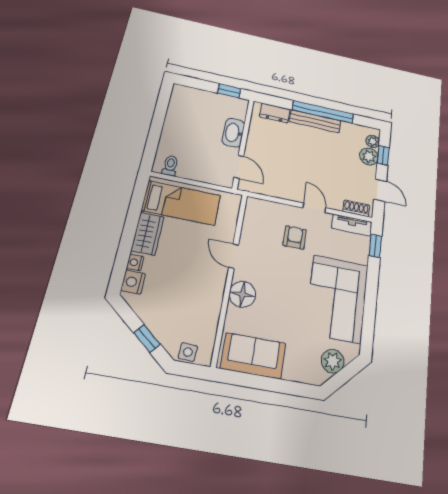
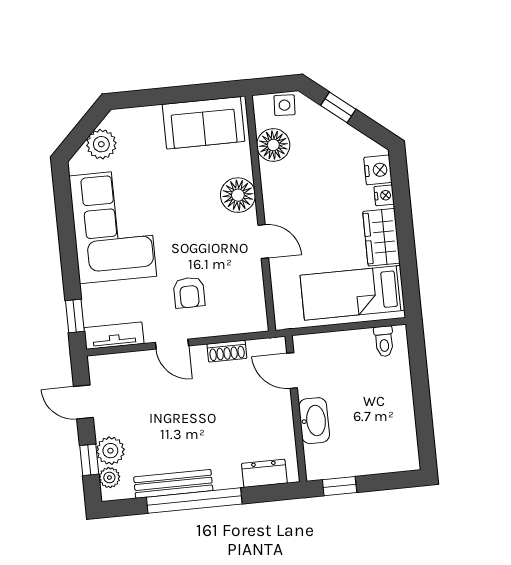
bench: (315, 121) -> (173, 484), moved
shoe rack: (356, 208) -> (227, 351), moved
floor lamp: (206, 324) -> (273, 145), added

